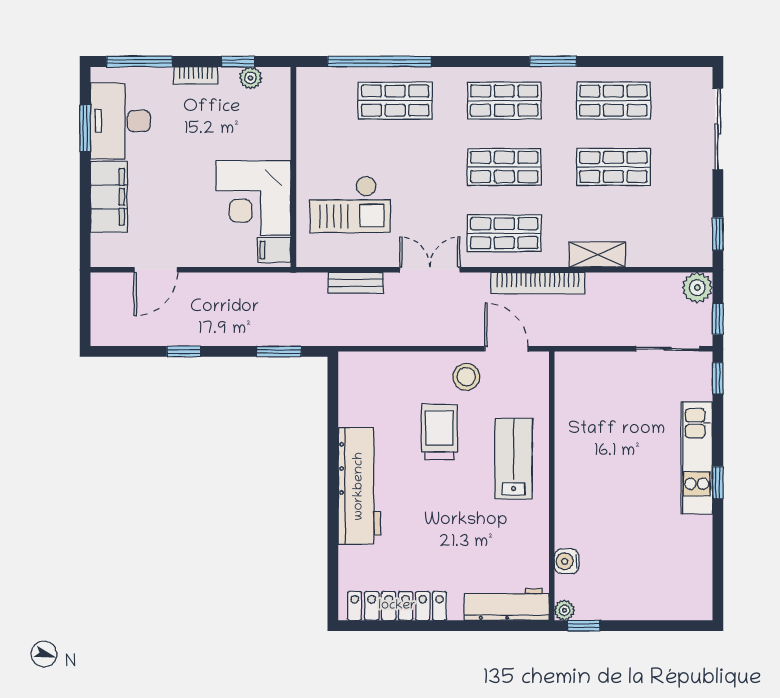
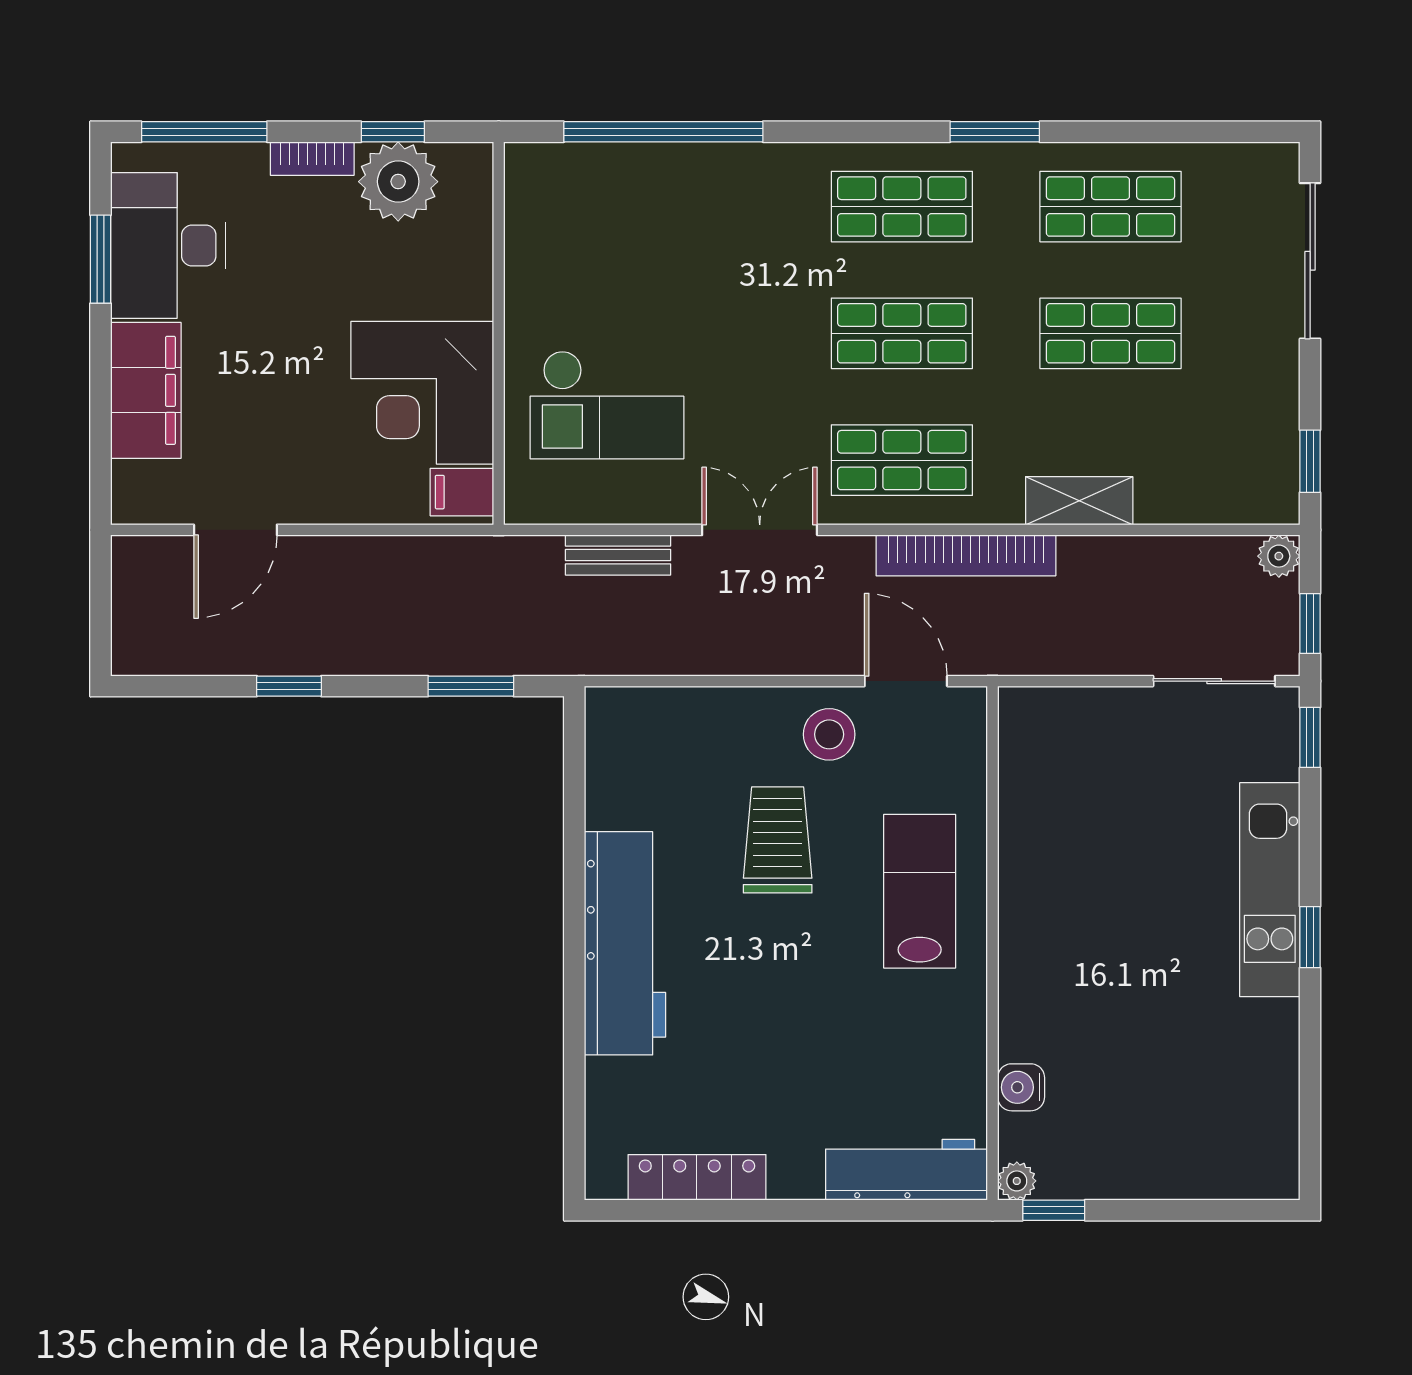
plant: (250, 78) -> (398, 182), width x1.88, depth x1.88
shop shelf: (395, 101) -> (693, 207), removed
plant: (697, 288) -> (1279, 556), width x0.73, depth x0.73
locker: (397, 606) -> (697, 1177), width x0.71, depth x0.83

